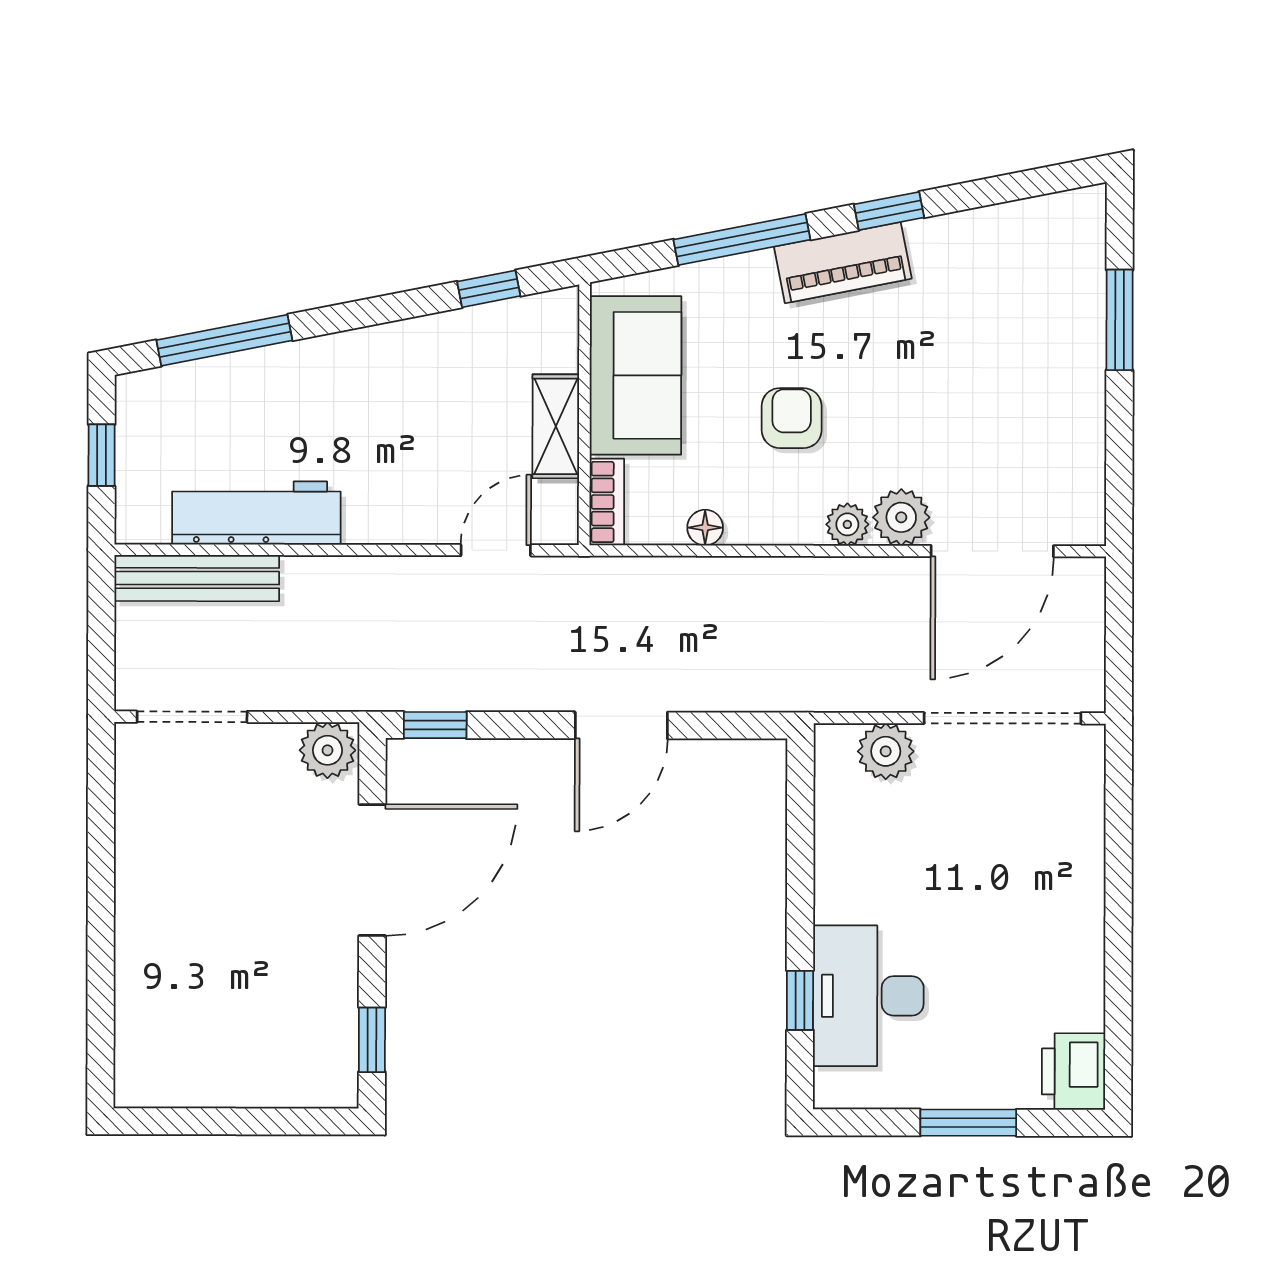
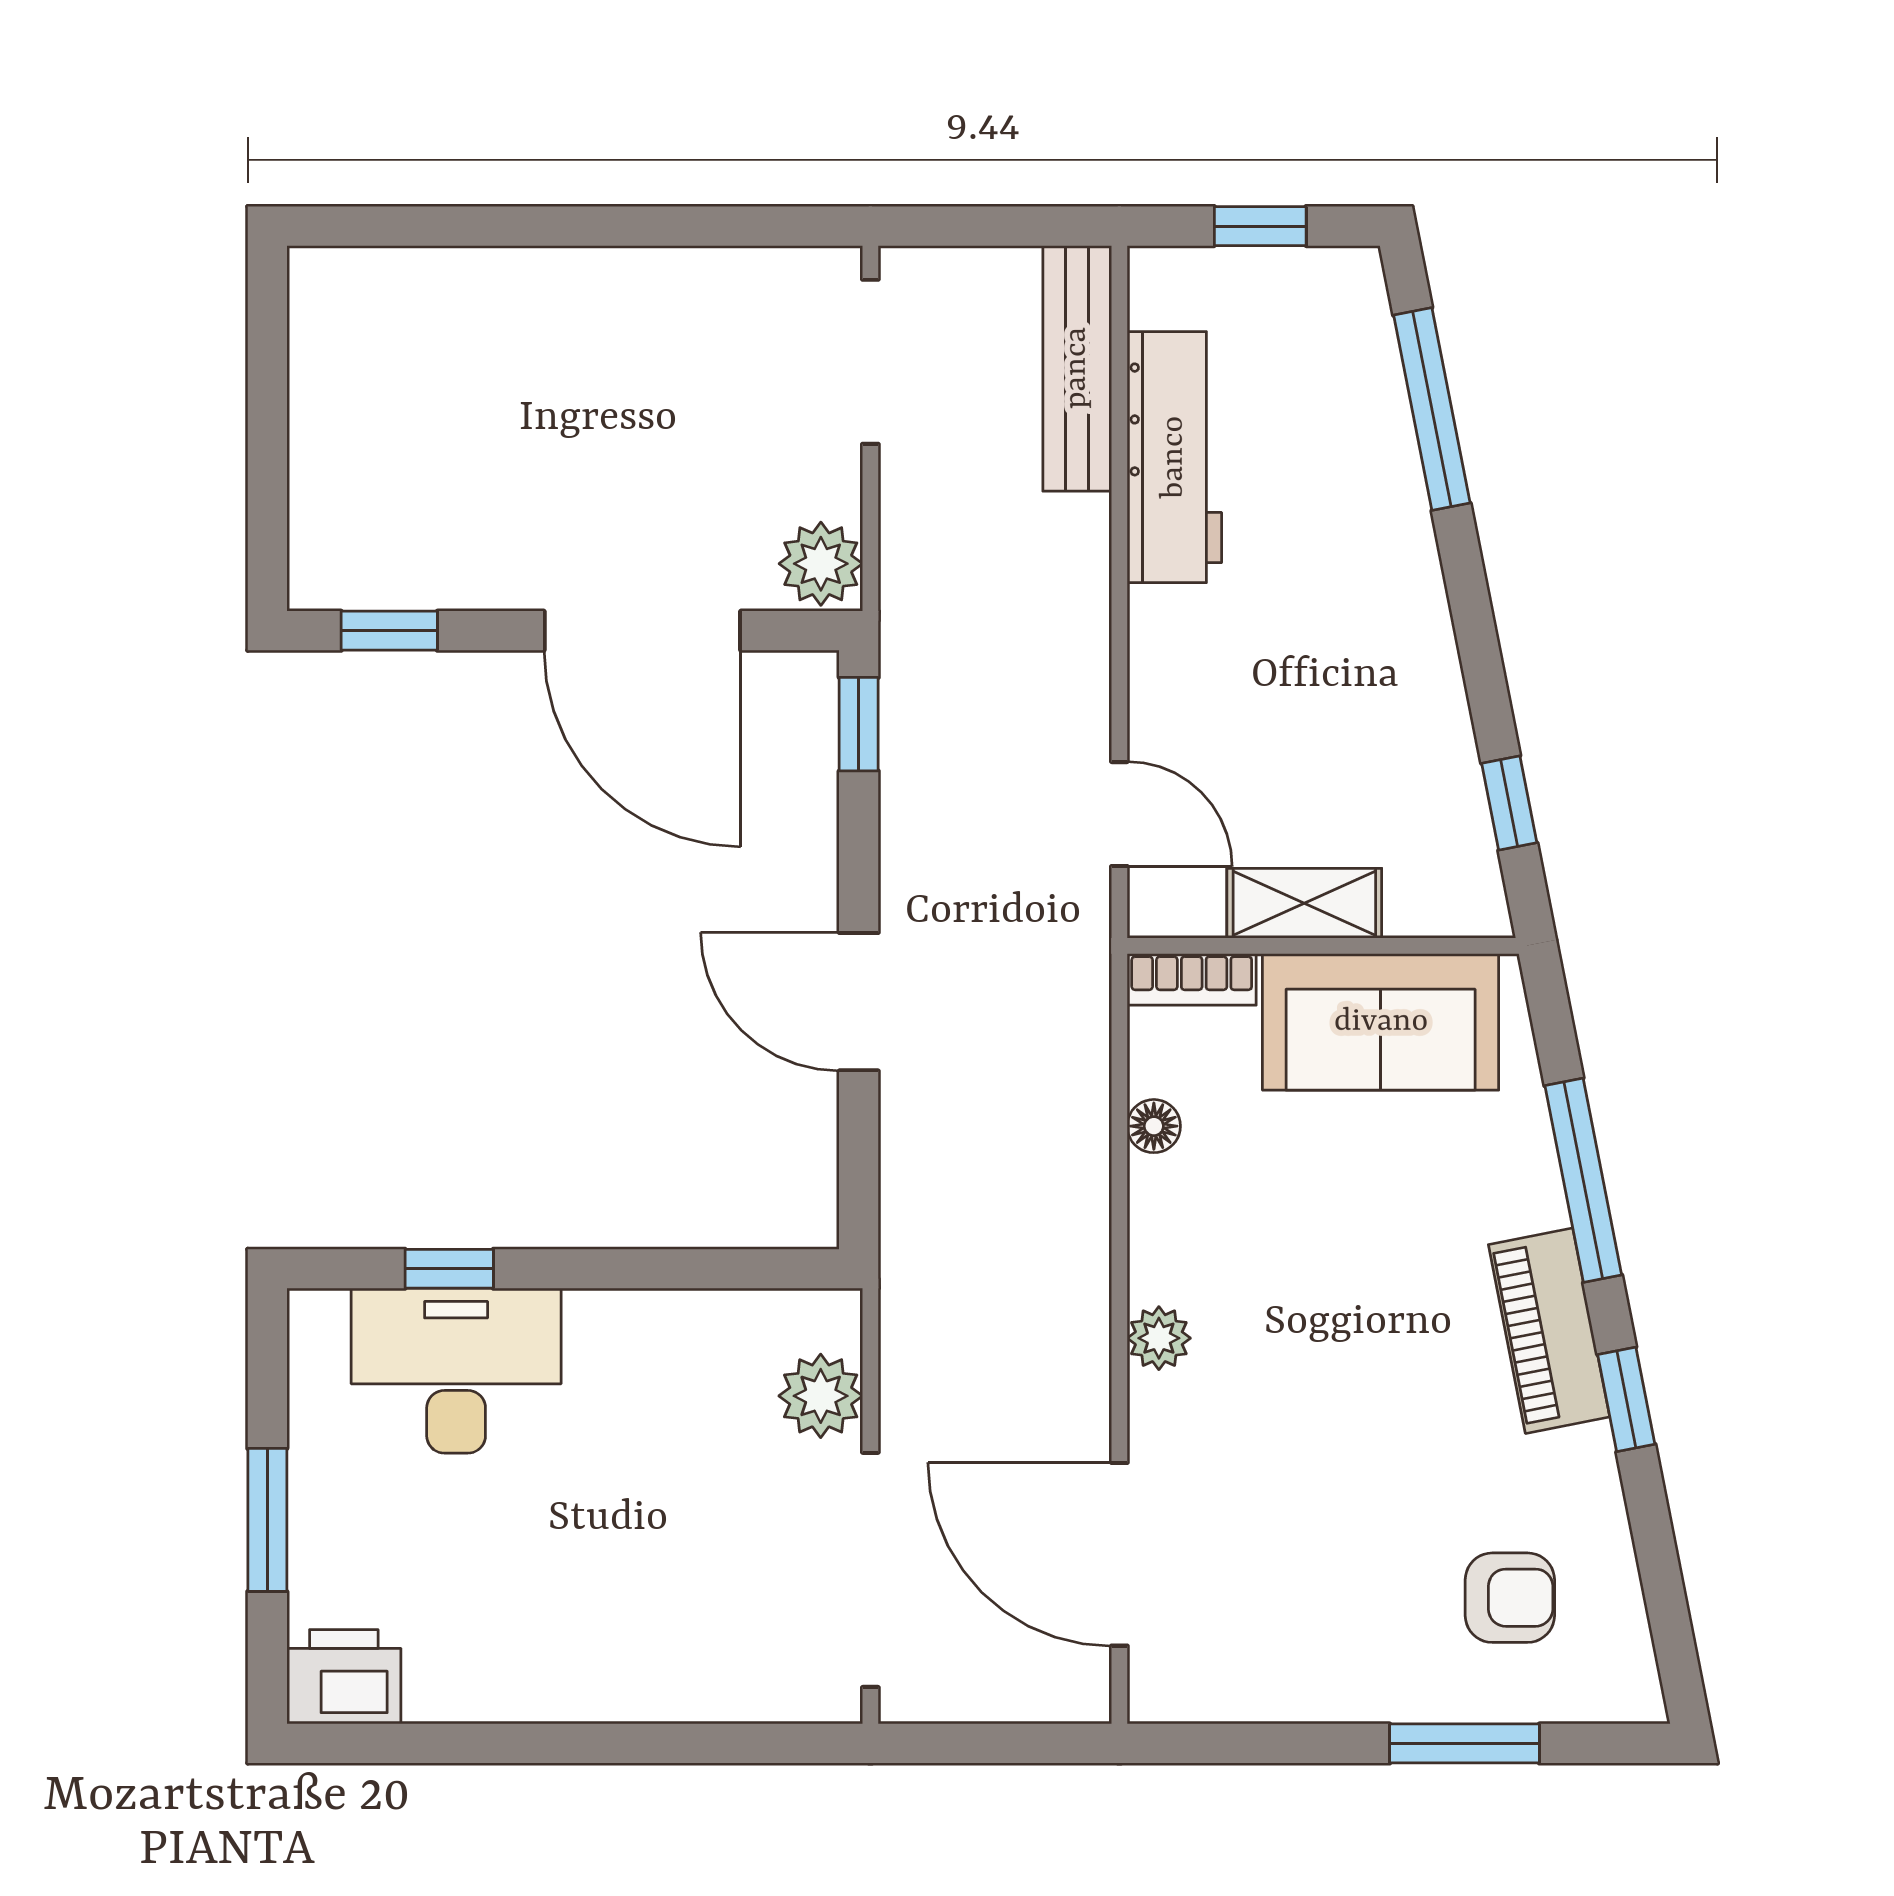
armchair: (792, 418) -> (1510, 1598), moved
plant: (901, 517) -> (1170, 1418), removed

